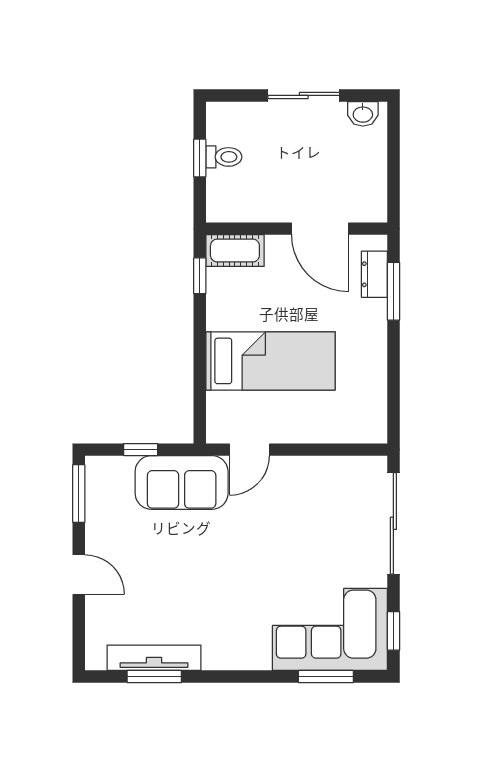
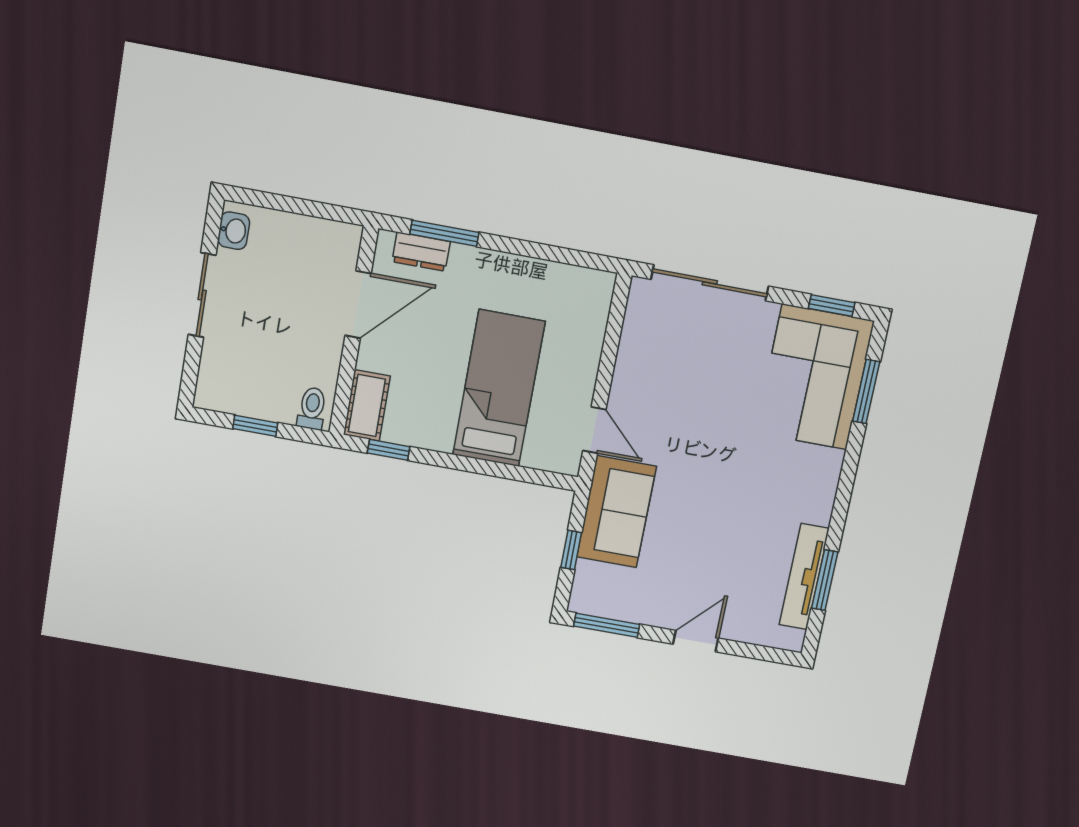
toilet: (224, 157) -> (312, 408), moved

